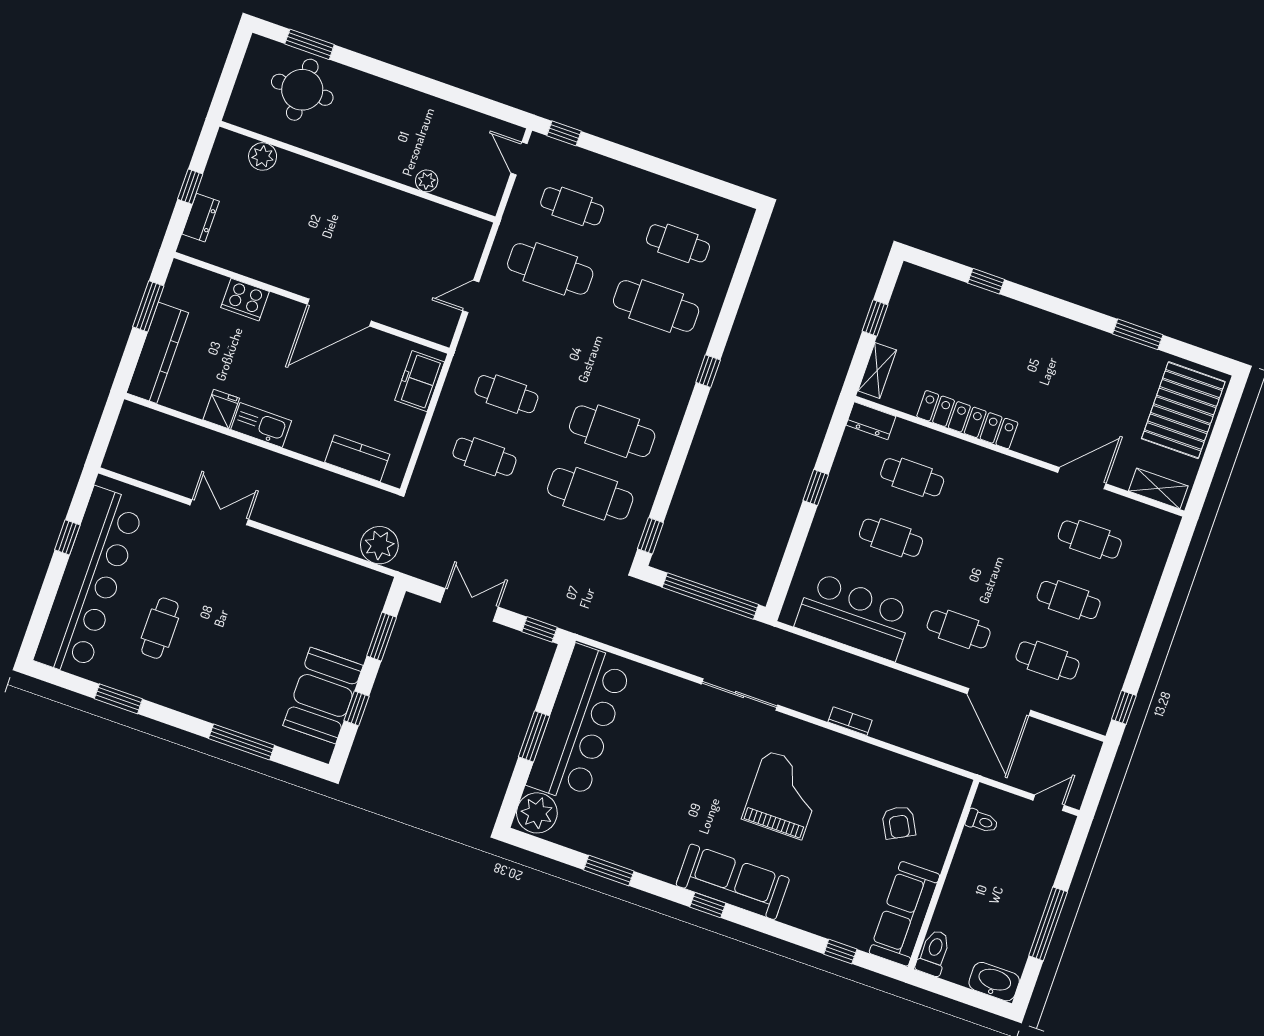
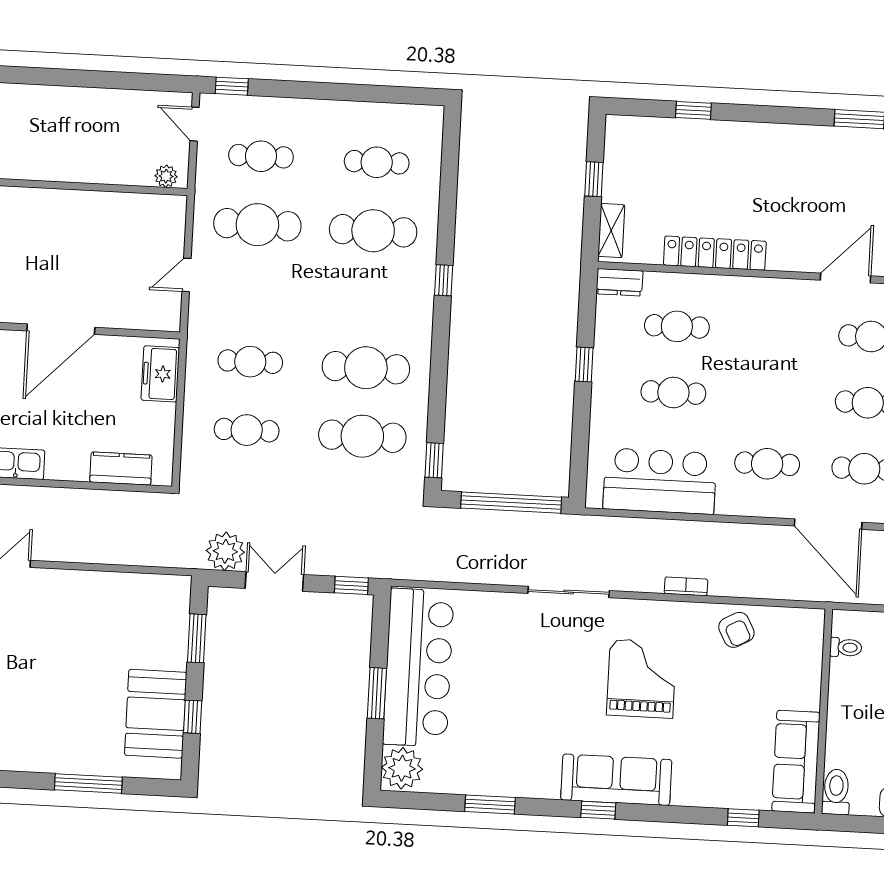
plant: (427, 181) -> (166, 176), moved
plant: (379, 545) -> (225, 551), moved
armchair: (899, 823) -> (736, 630), moved

